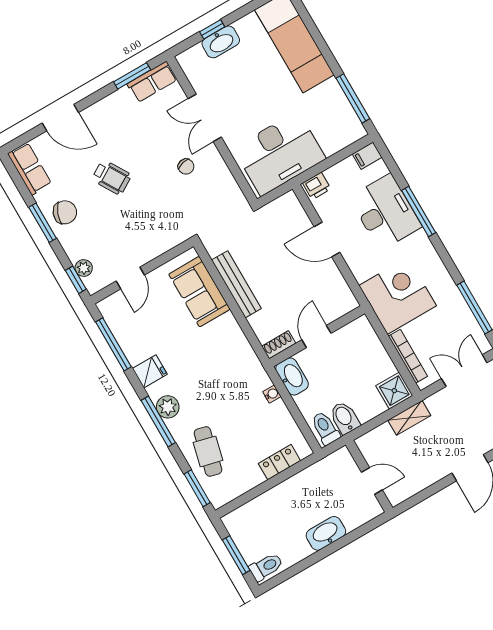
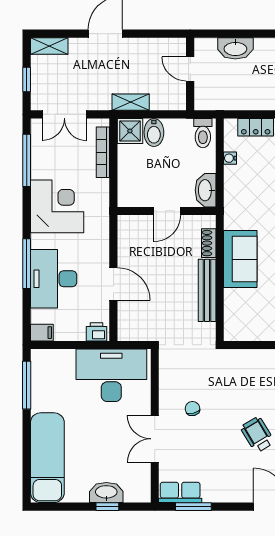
double door: (205, 118) -> (155, 439), swing flipped
sofa: (199, 292) -> (240, 259), moved
corner desk: (398, 296) -> (57, 206), moved, turned 180
shoe rack: (279, 345) -> (209, 243), moved, turned 90
water cooler: (272, 394) -> (230, 158), moved
bidet: (345, 418) -> (154, 132), moved
washbasin: (326, 533) -> (235, 48), moved

